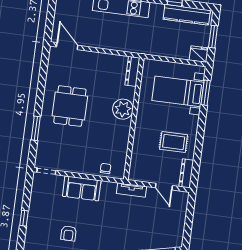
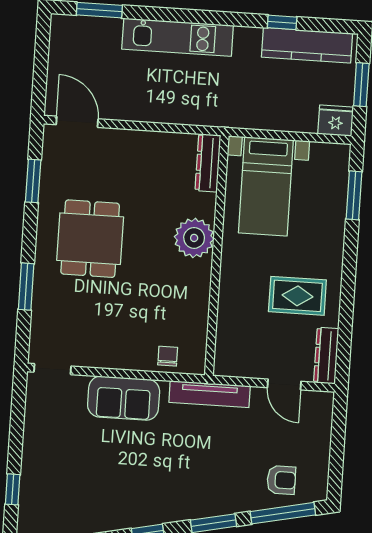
window: (43, 75) -> (33, 181), added
bed with nightstands: (178, 91) -> (266, 186), moved, turned -90
tv unit: (131, 190) -> (210, 394), width x1.41
window: (24, 218) -> (13, 489), moved
armchair: (69, 233) -> (281, 480), moved, turned -90

